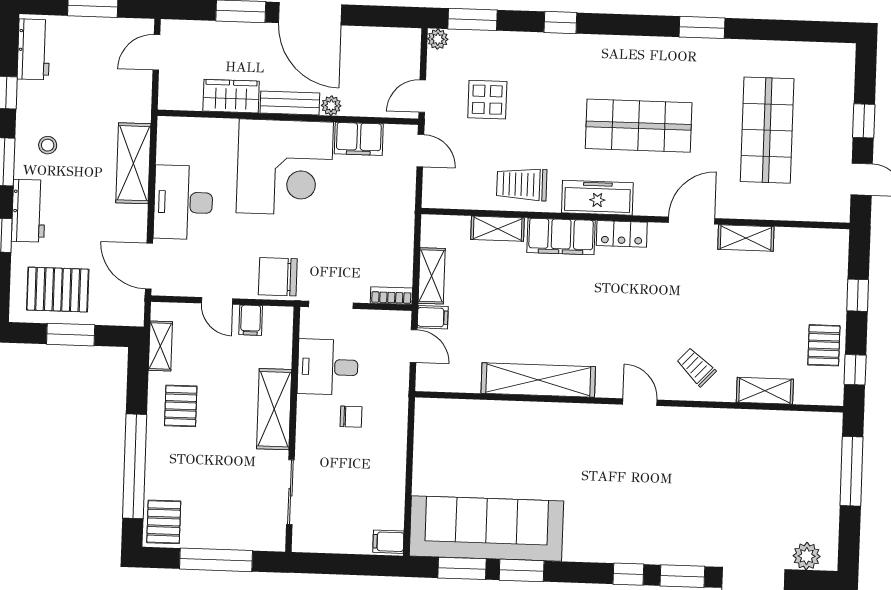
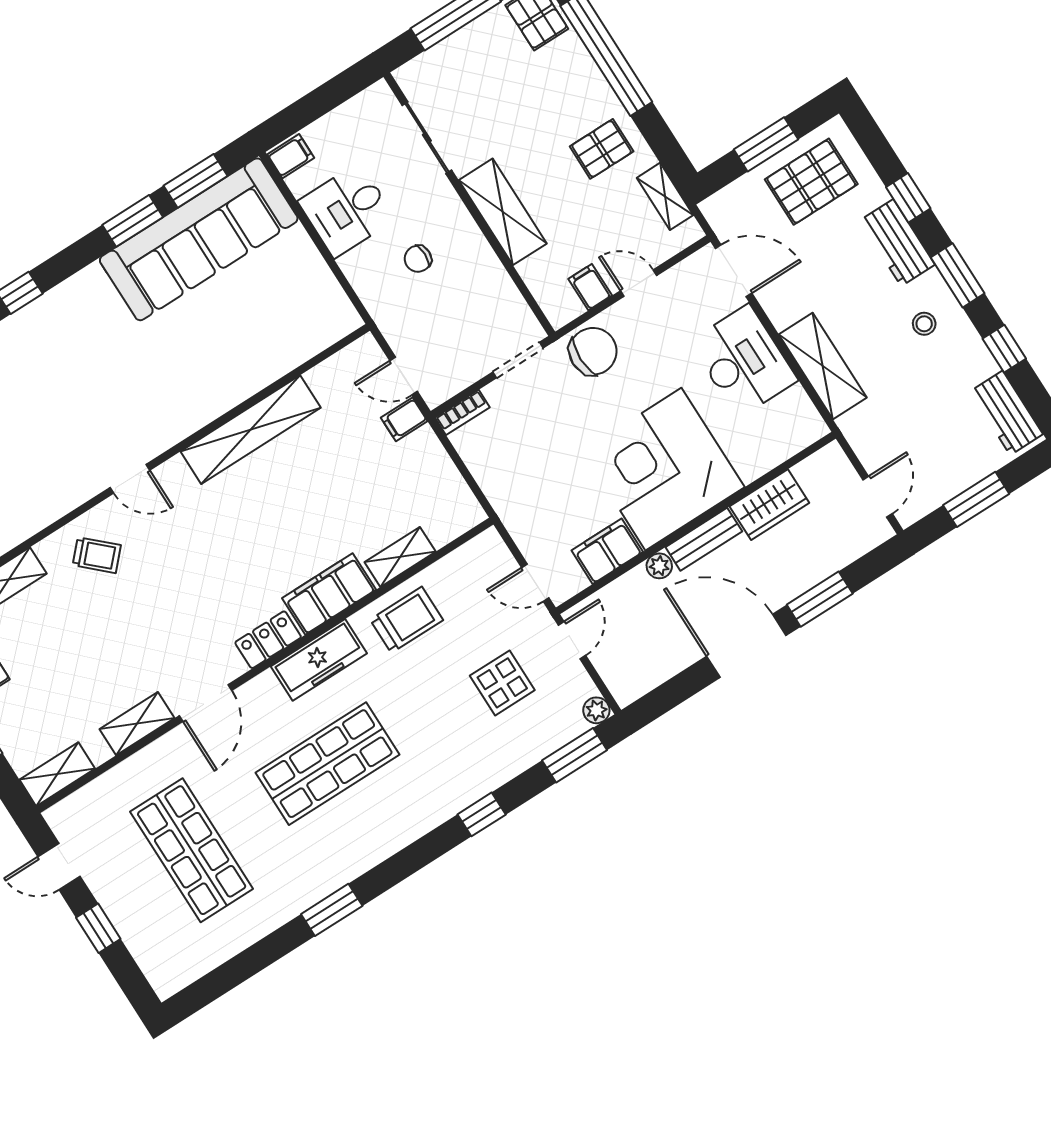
shelving: (432, 276) -> (57, 774), moved, turned 90
desk: (328, 367) -> (347, 210), moved, turned 180
pallet: (181, 406) -> (602, 149), turned 90

